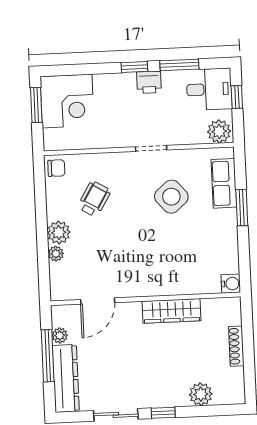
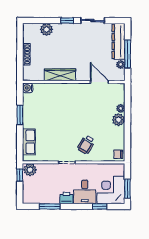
window: (134, 67) -> (100, 206), moved
desk: (209, 89) -> (85, 192), moved, turned -90
window: (237, 97) -> (20, 175), moved
side table: (171, 197) -> (57, 136), removed
wheelchair: (94, 199) -> (86, 145), moved
window: (242, 208) -> (20, 115), moved
door: (98, 301) -> (99, 82), hinge flipped

